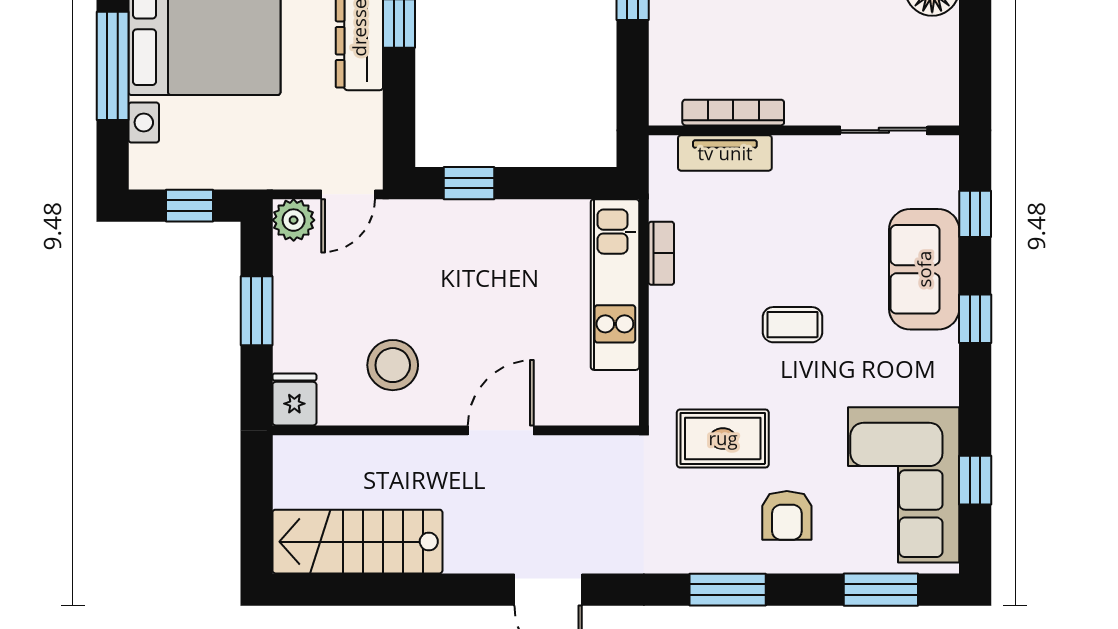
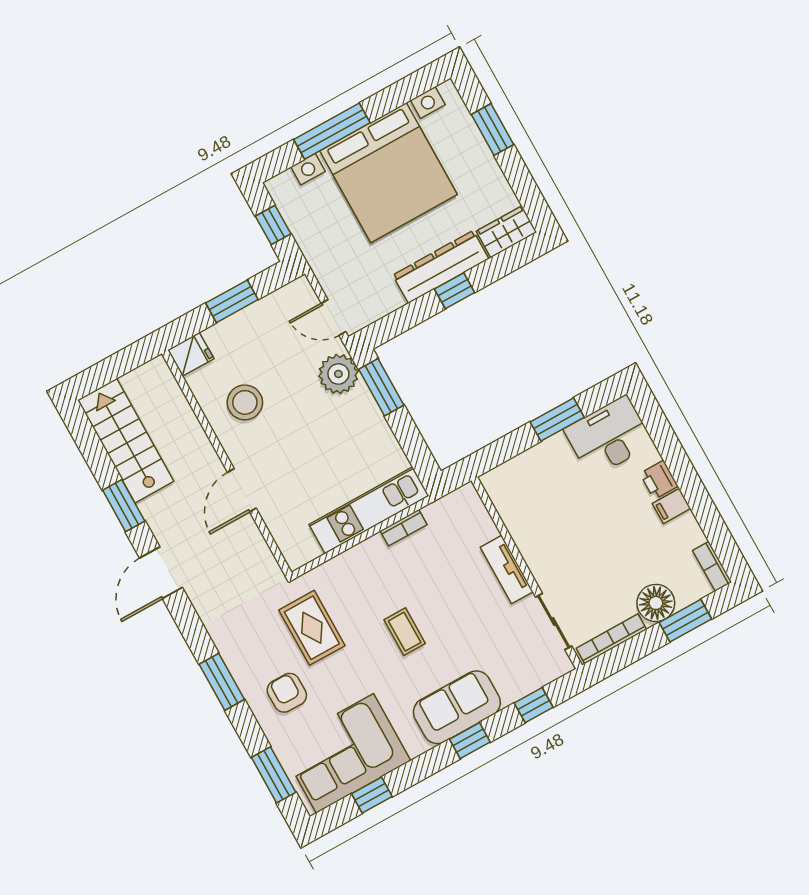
bookcase: (733, 113) -> (611, 639), moved, turned -90
tv unit: (725, 153) -> (507, 569), moved
window: (469, 183) -> (381, 387), width x1.50
plant: (294, 220) -> (338, 374), moved, width x1.36, depth x1.36
sofa: (924, 269) -> (457, 707), moved
door: (501, 430) -> (242, 490), swing flipped
armchair: (787, 515) -> (287, 693), turned 90
window: (438, 590) -> (124, 506), added

